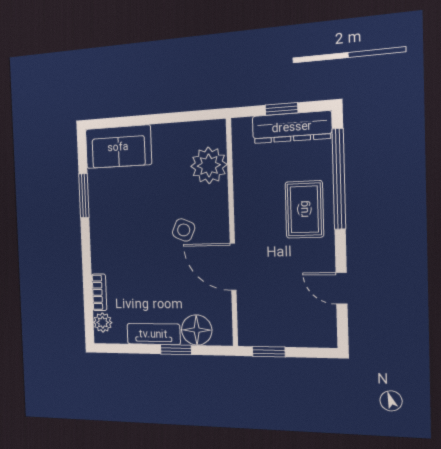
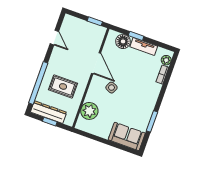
rug: (304, 209) -> (63, 86), moved, turned 90

